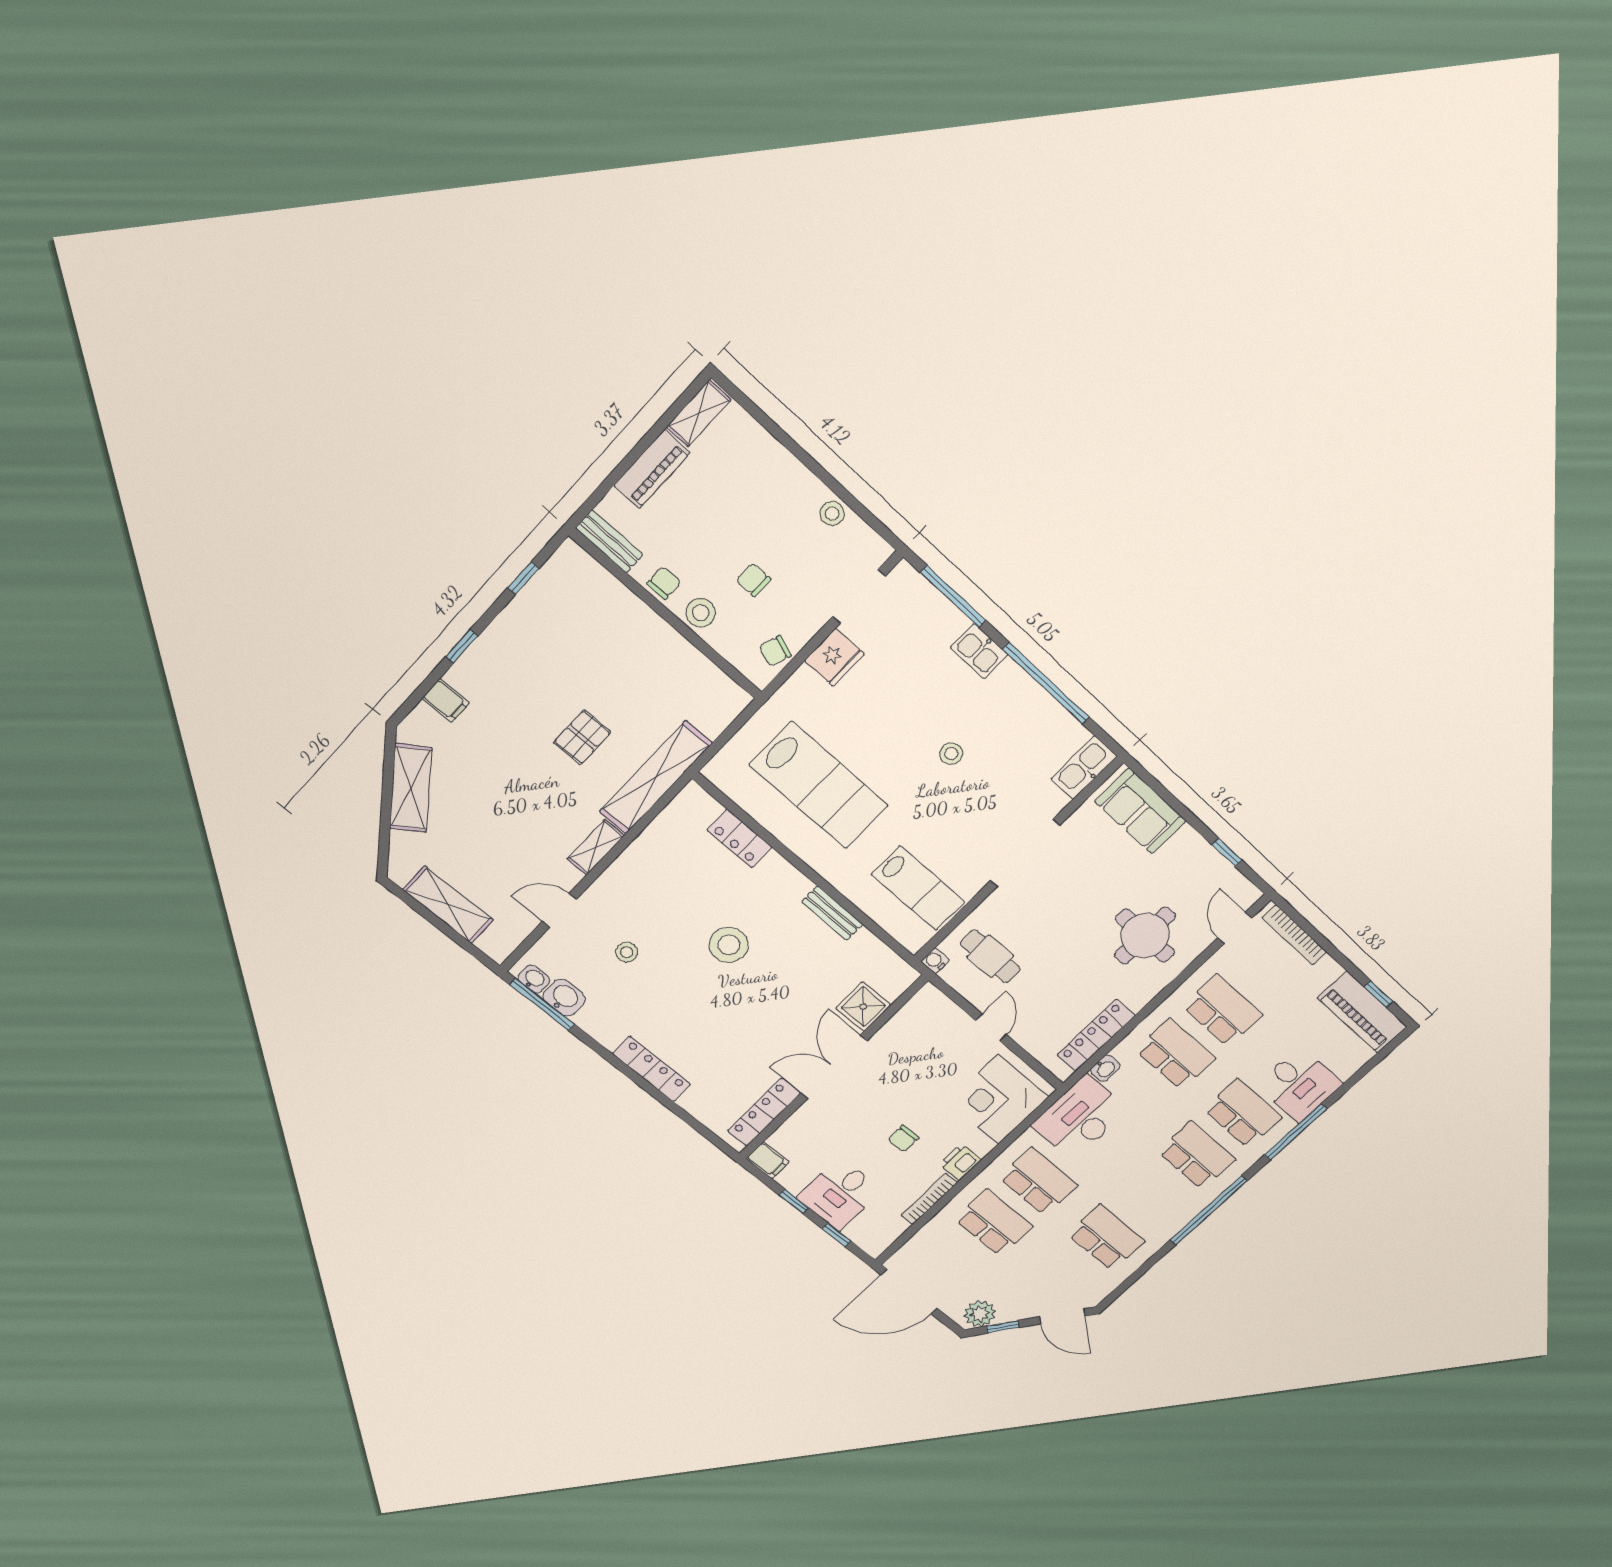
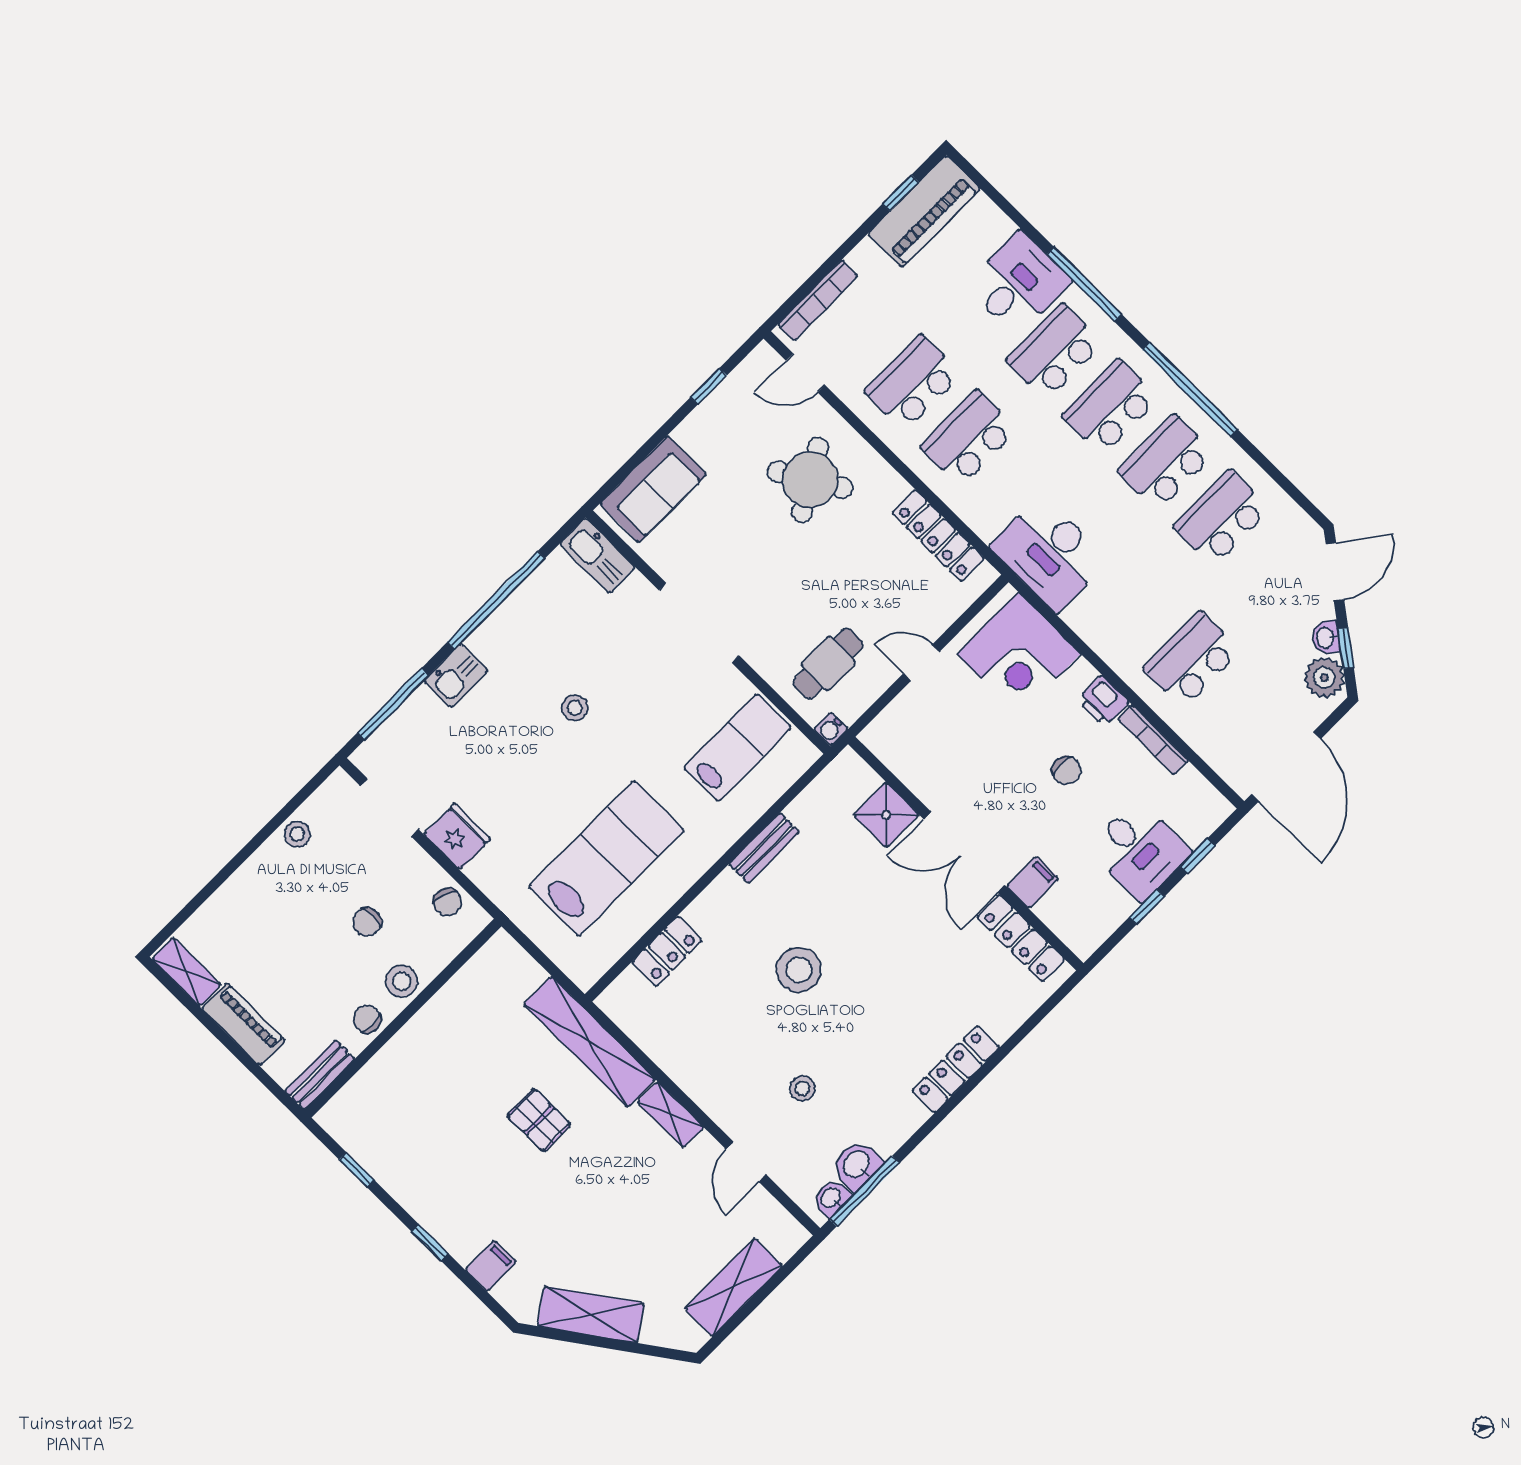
round table: (1145, 936) -> (810, 480), turned -31
washbasin: (1105, 1068) -> (1326, 638), moved, turned -143
filing cabinet: (768, 1160) -> (1032, 882), moved
school desk: (1038, 1181) -> (1166, 462), moved

